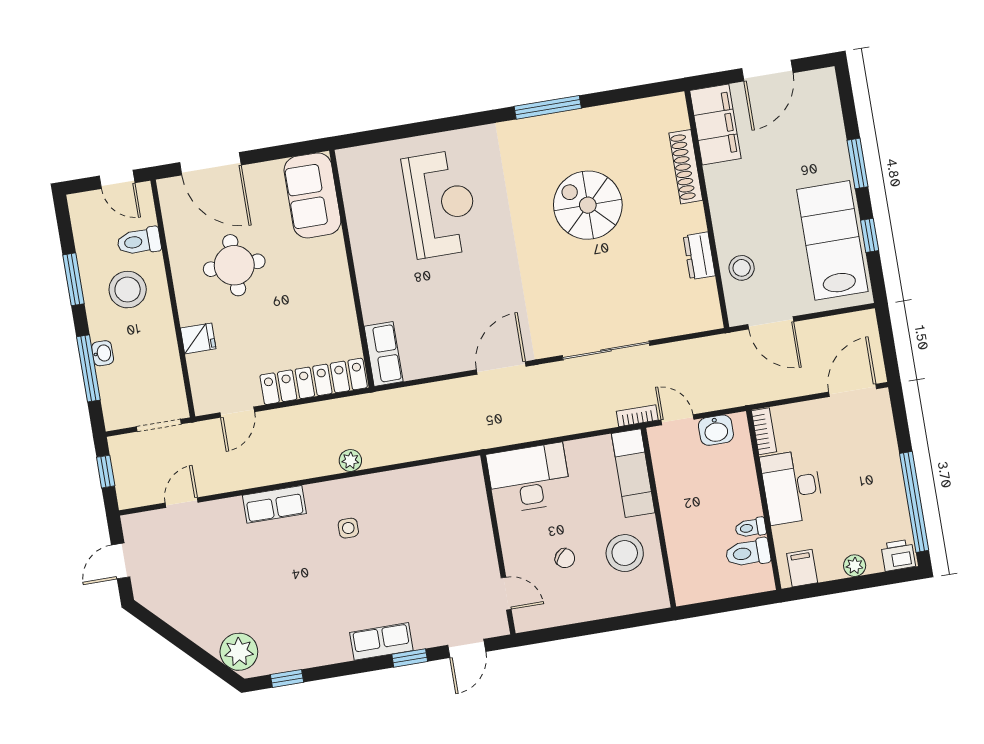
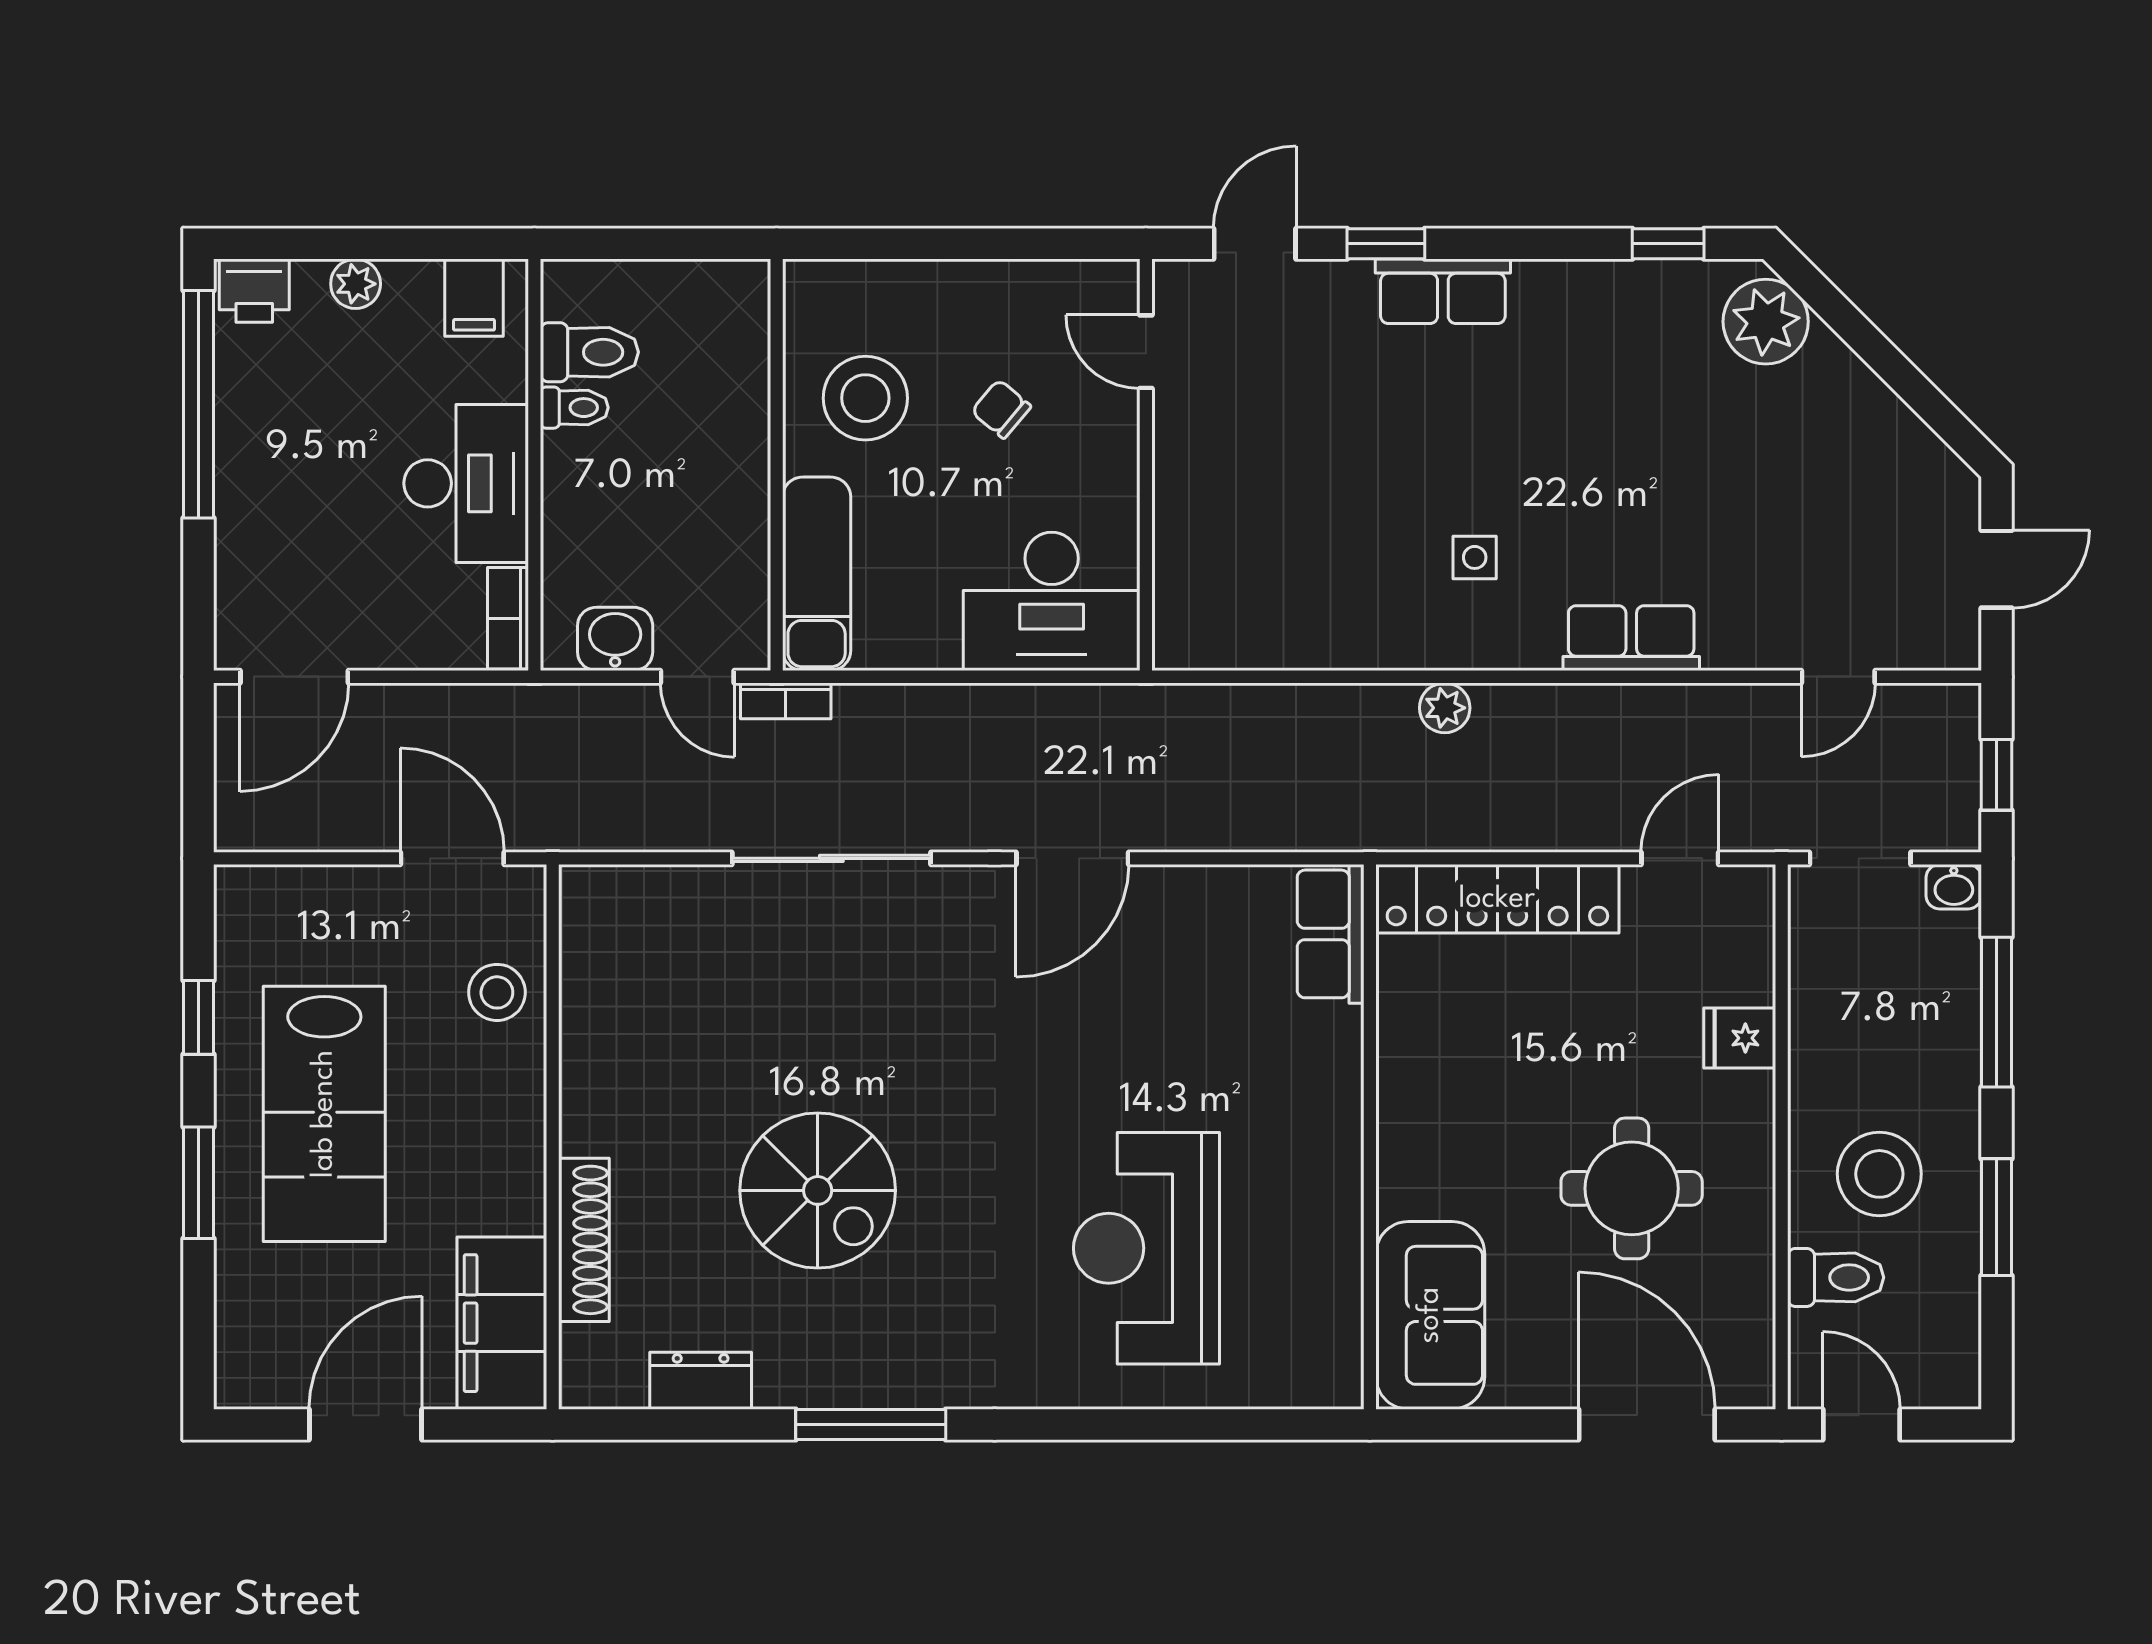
lab bench: (832, 240) -> (324, 1114), moved
dresser: (699, 256) -> (701, 1381), moved, turned -90
washbasin: (103, 353) -> (1954, 887), moved, turned -90

